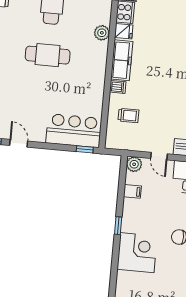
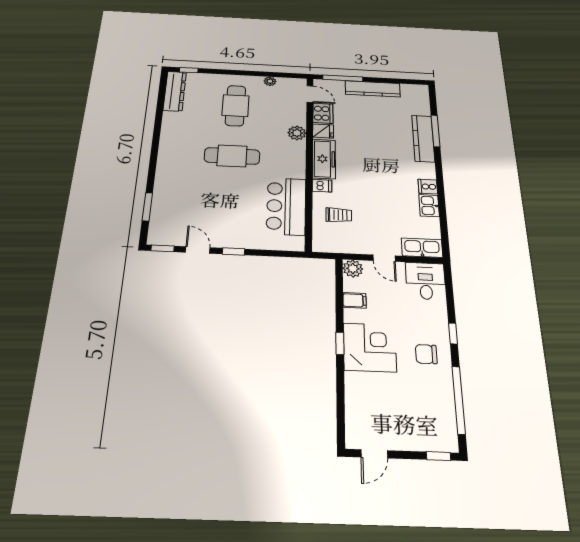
bar counter: (74, 131) -> (286, 206), moved, turned -90
window: (85, 149) -> (234, 252), moved
corner desk: (137, 253) -> (370, 347), moved

